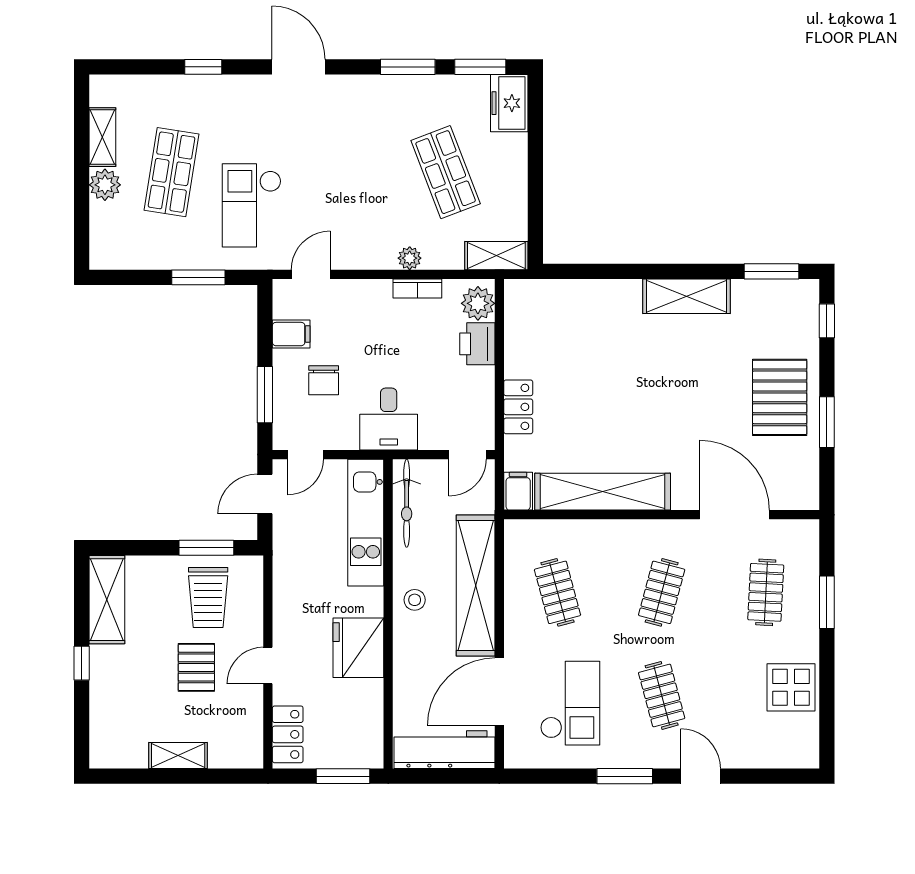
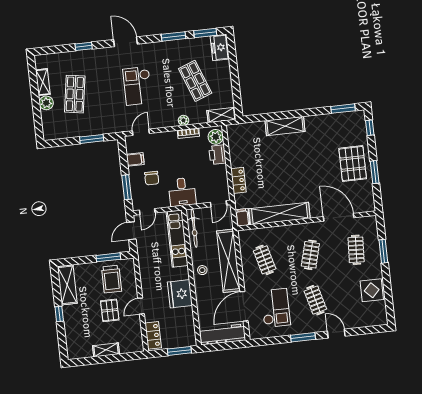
checkout: (252, 205) -> (137, 86), moved
shelving: (686, 296) -> (285, 126), moved

